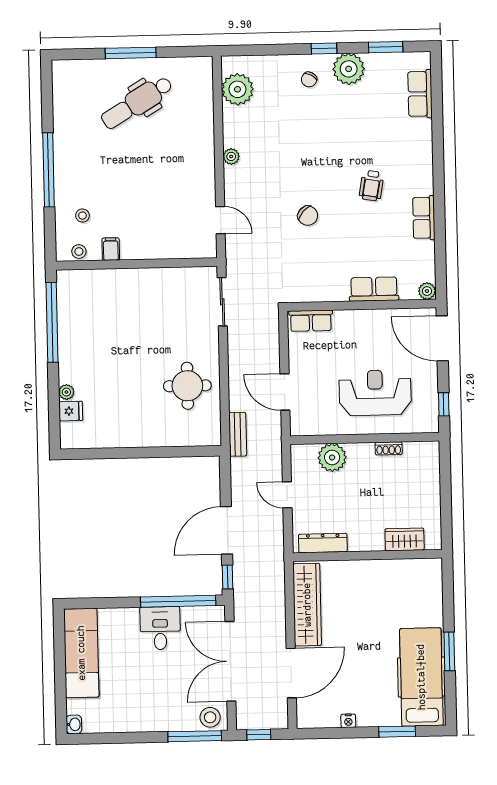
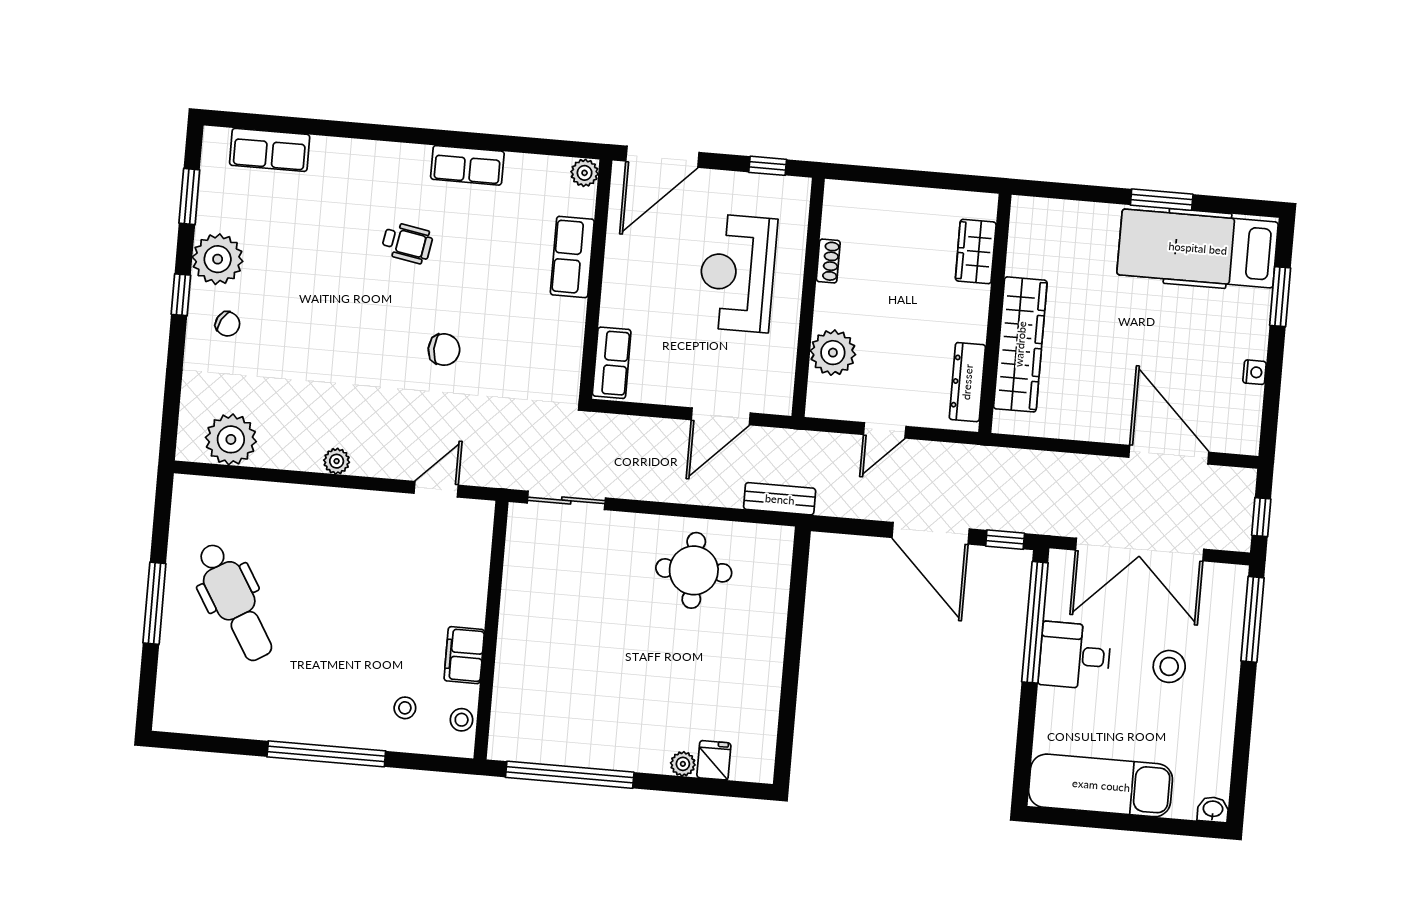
chair: (308, 216) -> (444, 350), turned 48
filing cabinet: (111, 249) -> (464, 655), width x2.00
wardrobe: (307, 605) -> (1020, 344), moved, turned 90
stool: (210, 717) -> (1169, 666), moved

